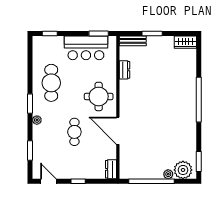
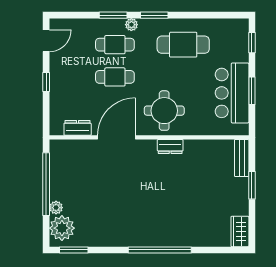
window: (99, 33) -> (252, 91), moved
dresser: (124, 70) -> (170, 147), moved
cafe table: (51, 132) -> (115, 45), added
window: (30, 150) -> (113, 15), moved
dresser: (111, 169) -> (78, 128), moved

